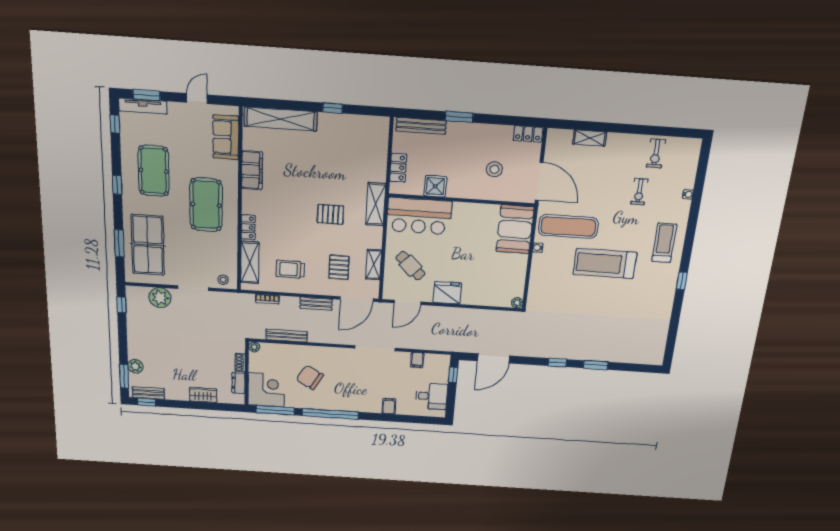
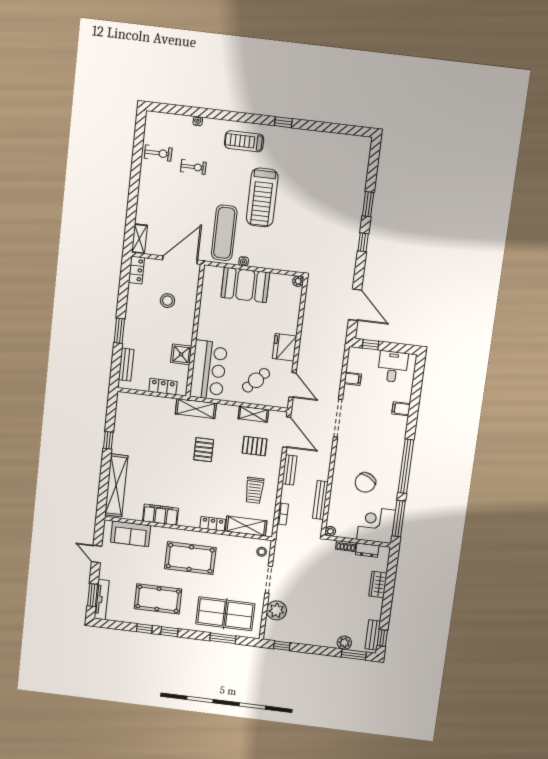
window: (115, 124) -> (144, 629), moved
bench: (421, 126) -> (126, 365), width x0.73
shelving: (590, 138) -> (139, 239), moved
booth: (515, 229) -> (245, 285), moved

